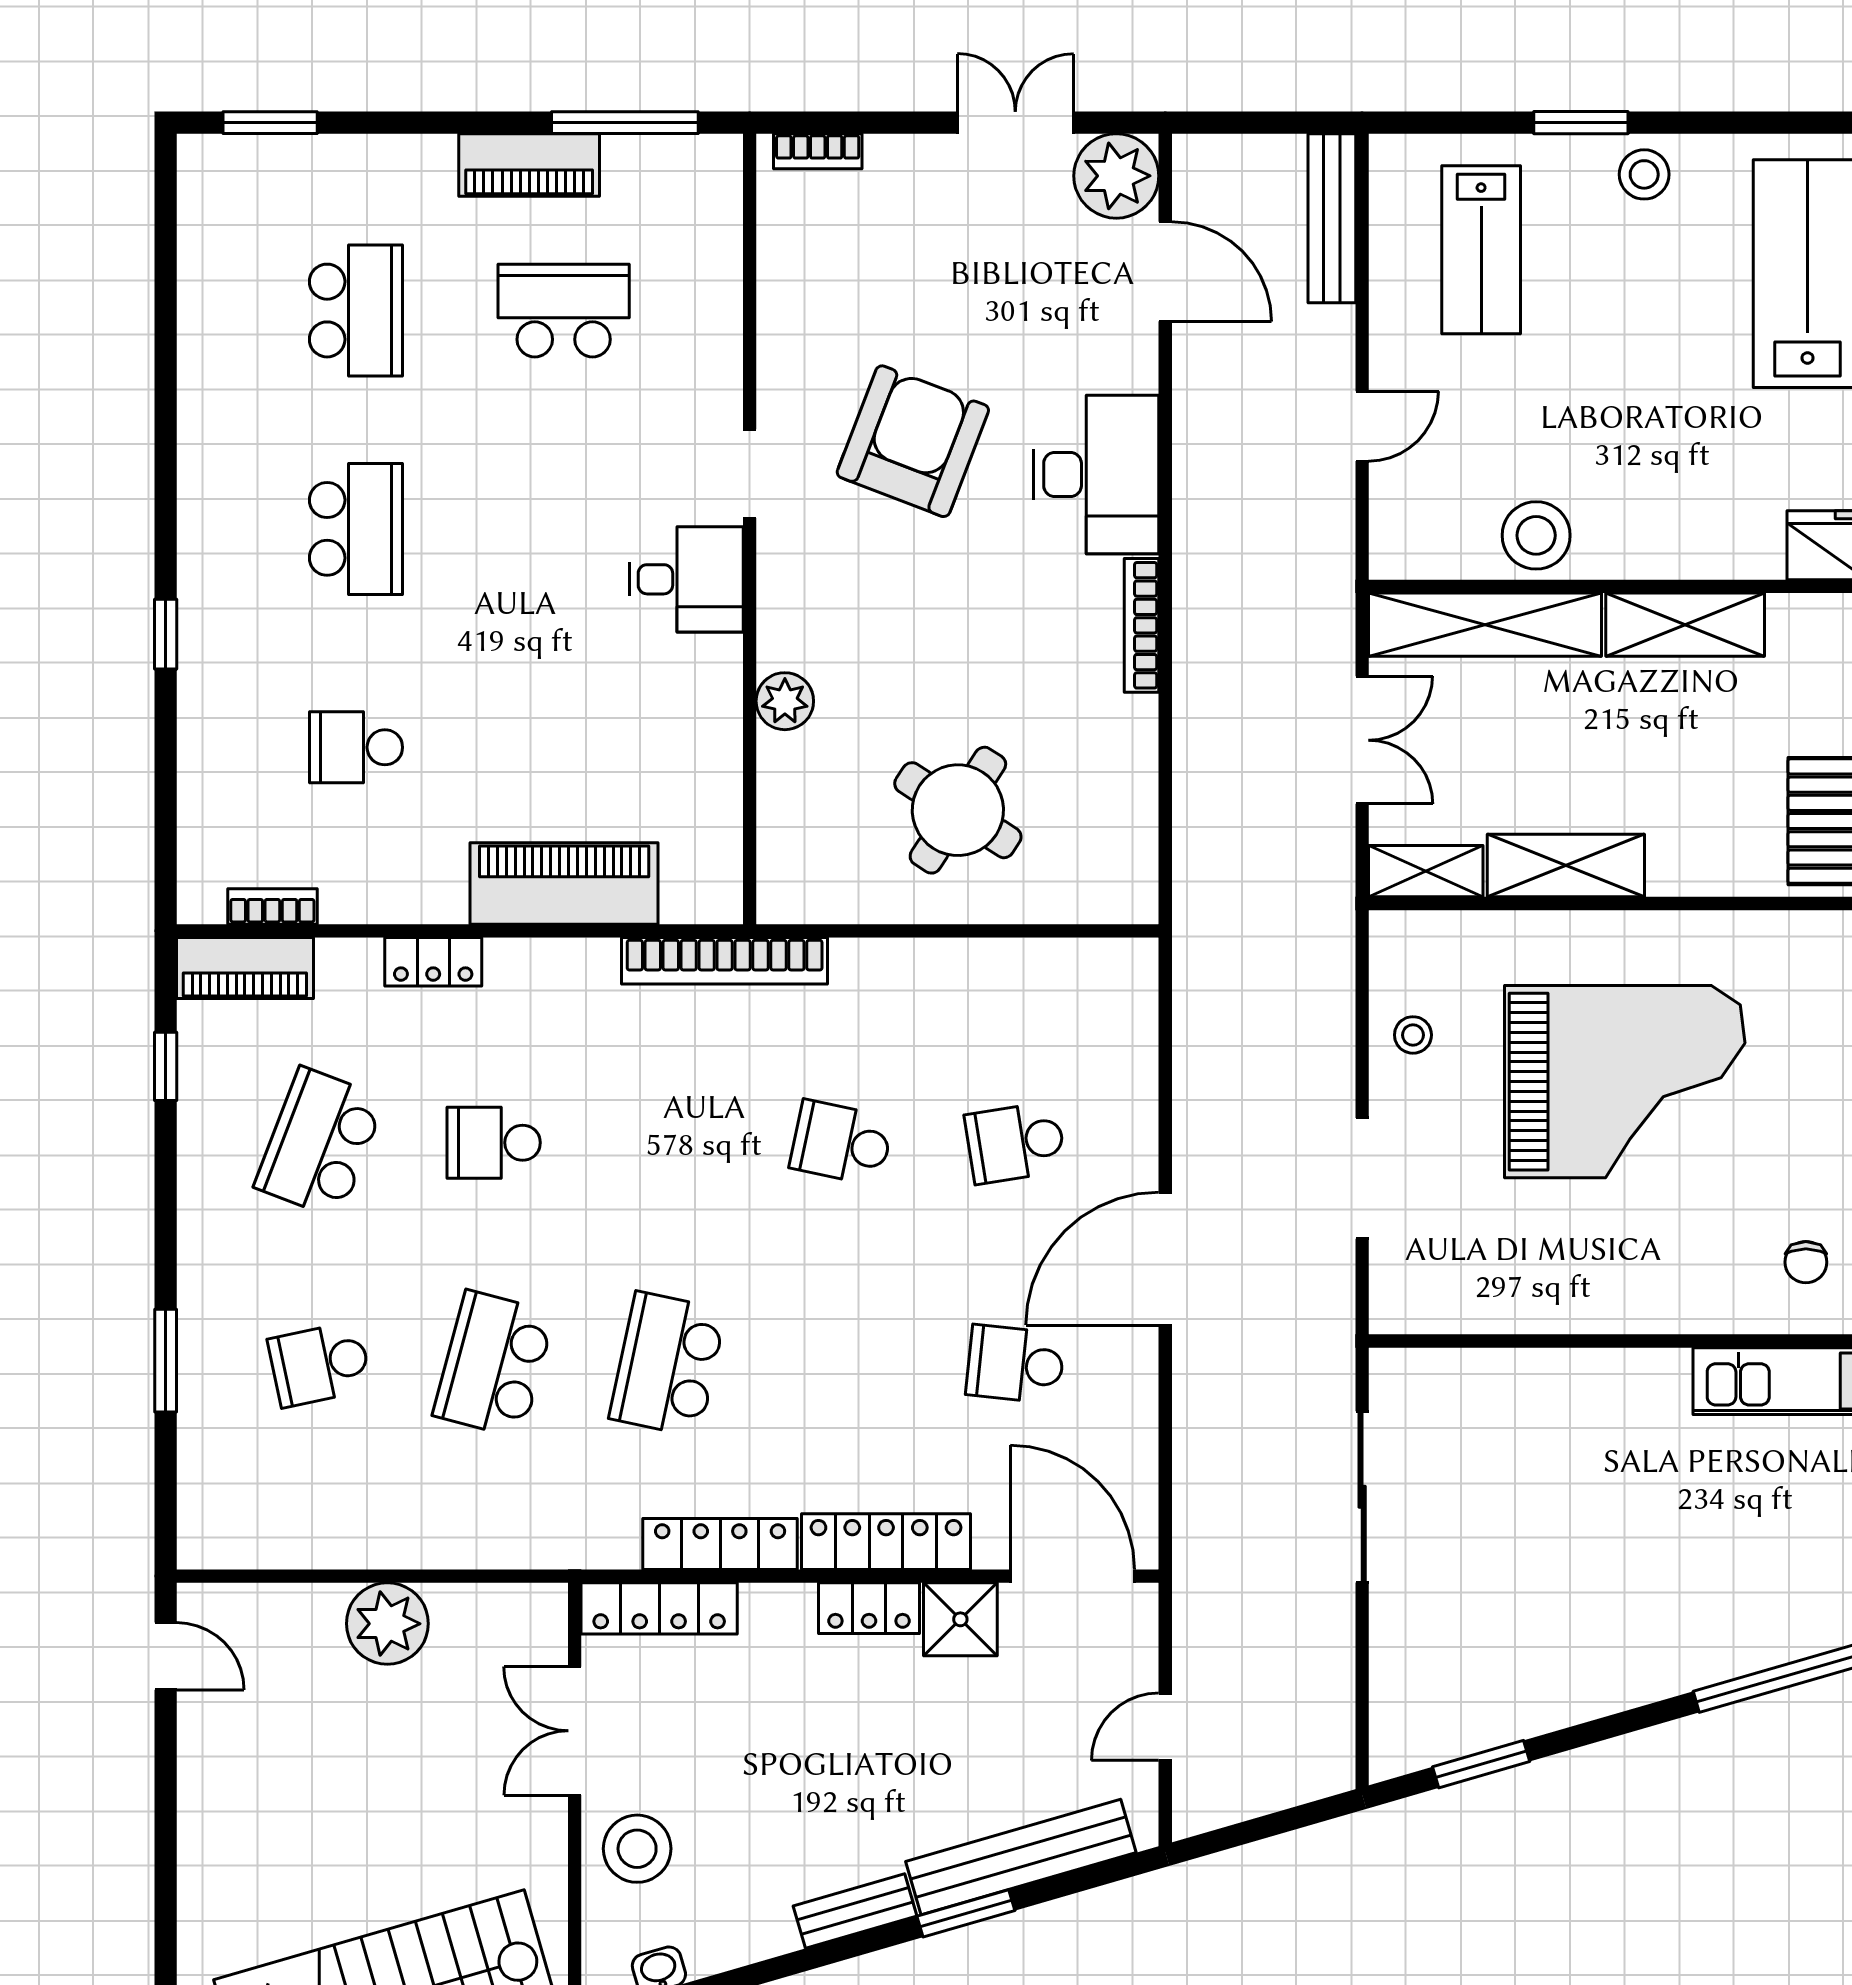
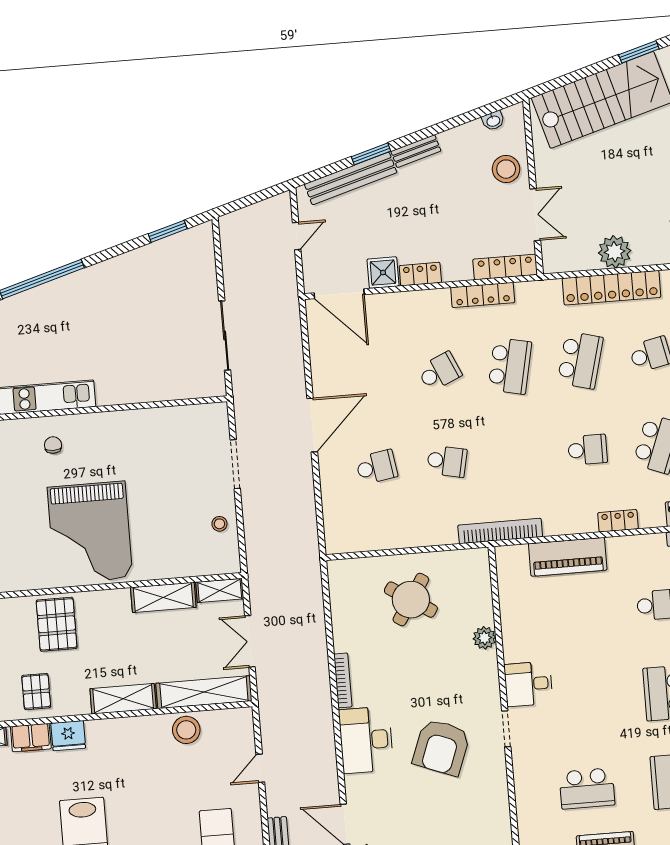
grand piano: (1625, 1082) -> (90, 532), moved, turned -90
school desk: (1015, 1364) -> (440, 372), moved, turned -30
locker: (886, 1542) -> (611, 288), moved, width x1.41, depth x1.21

